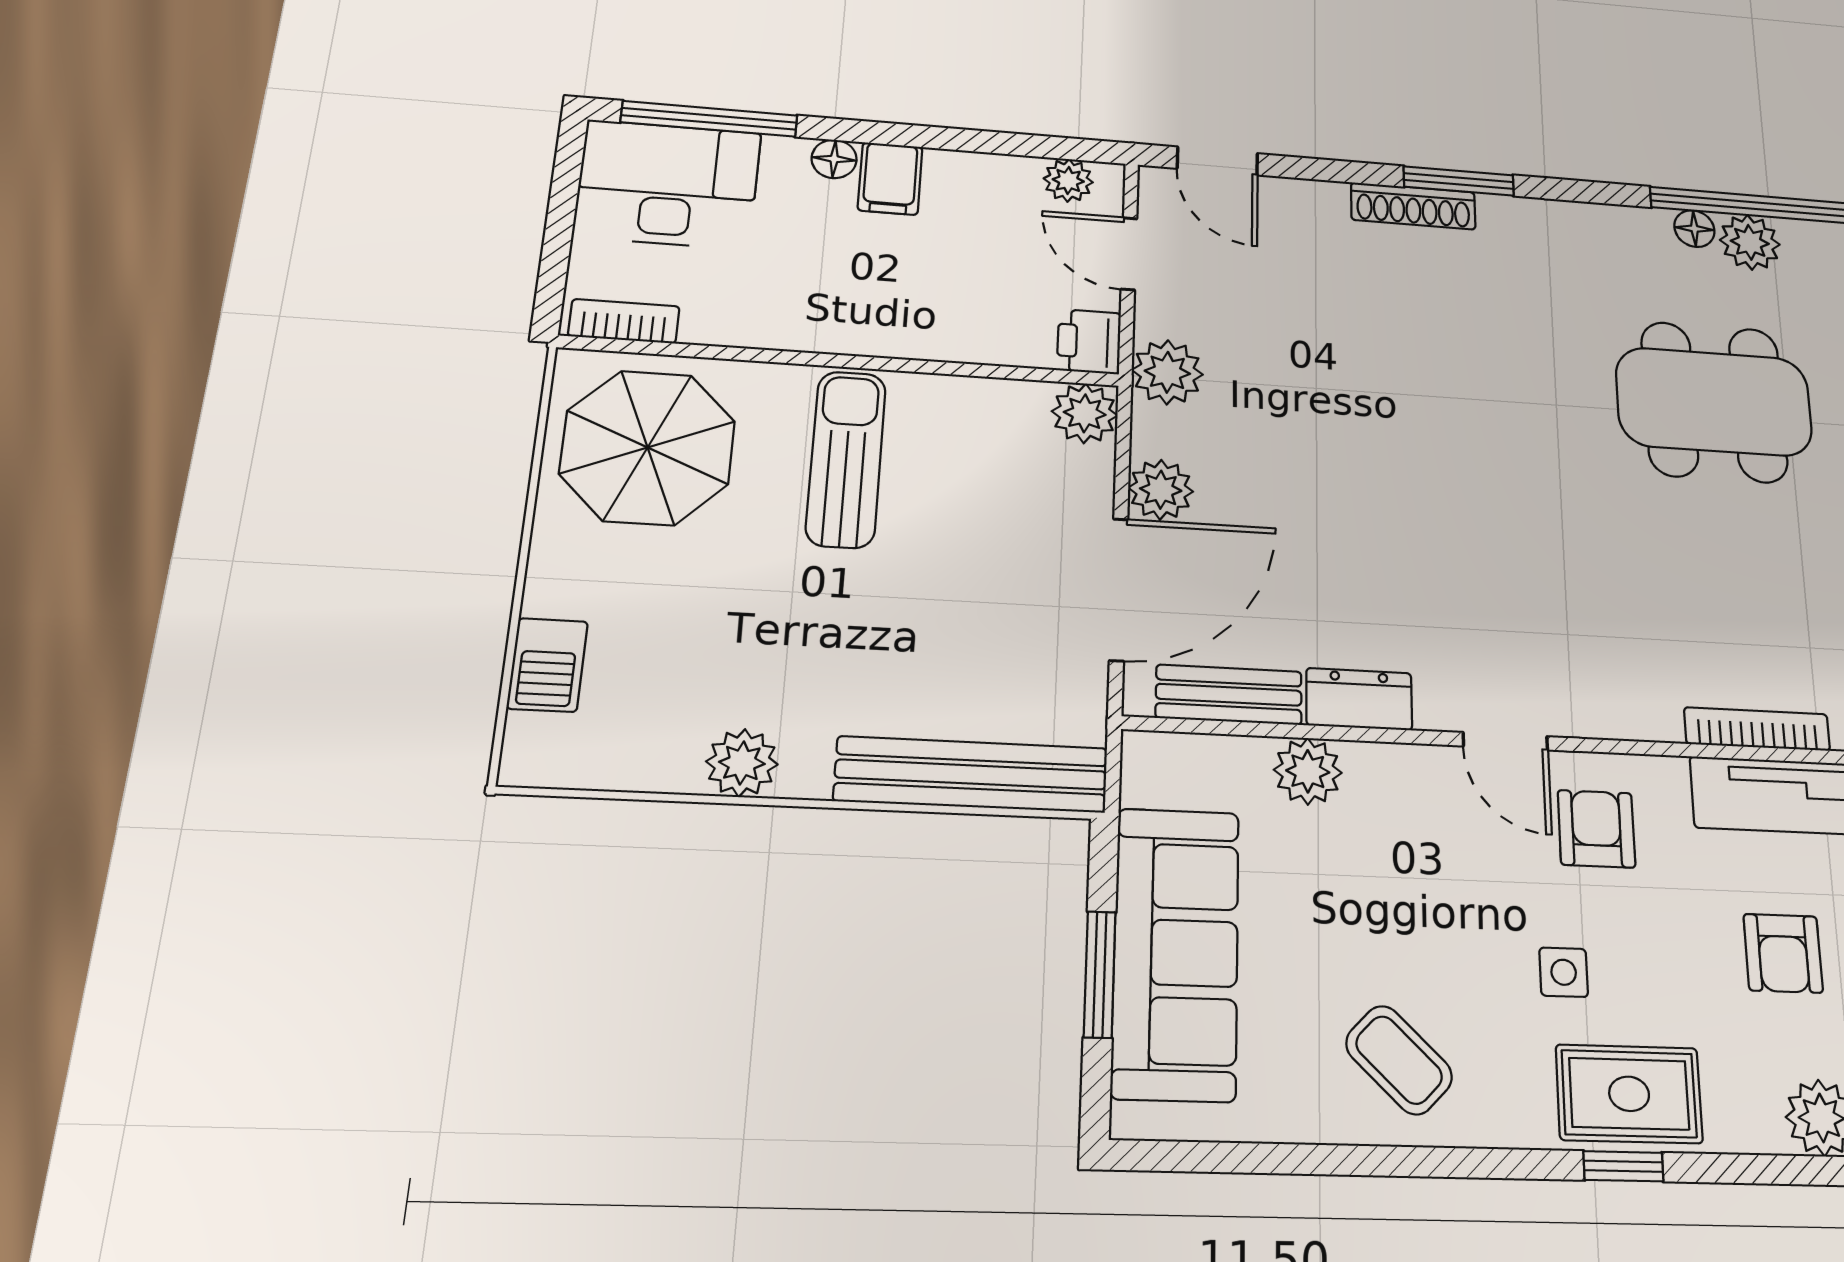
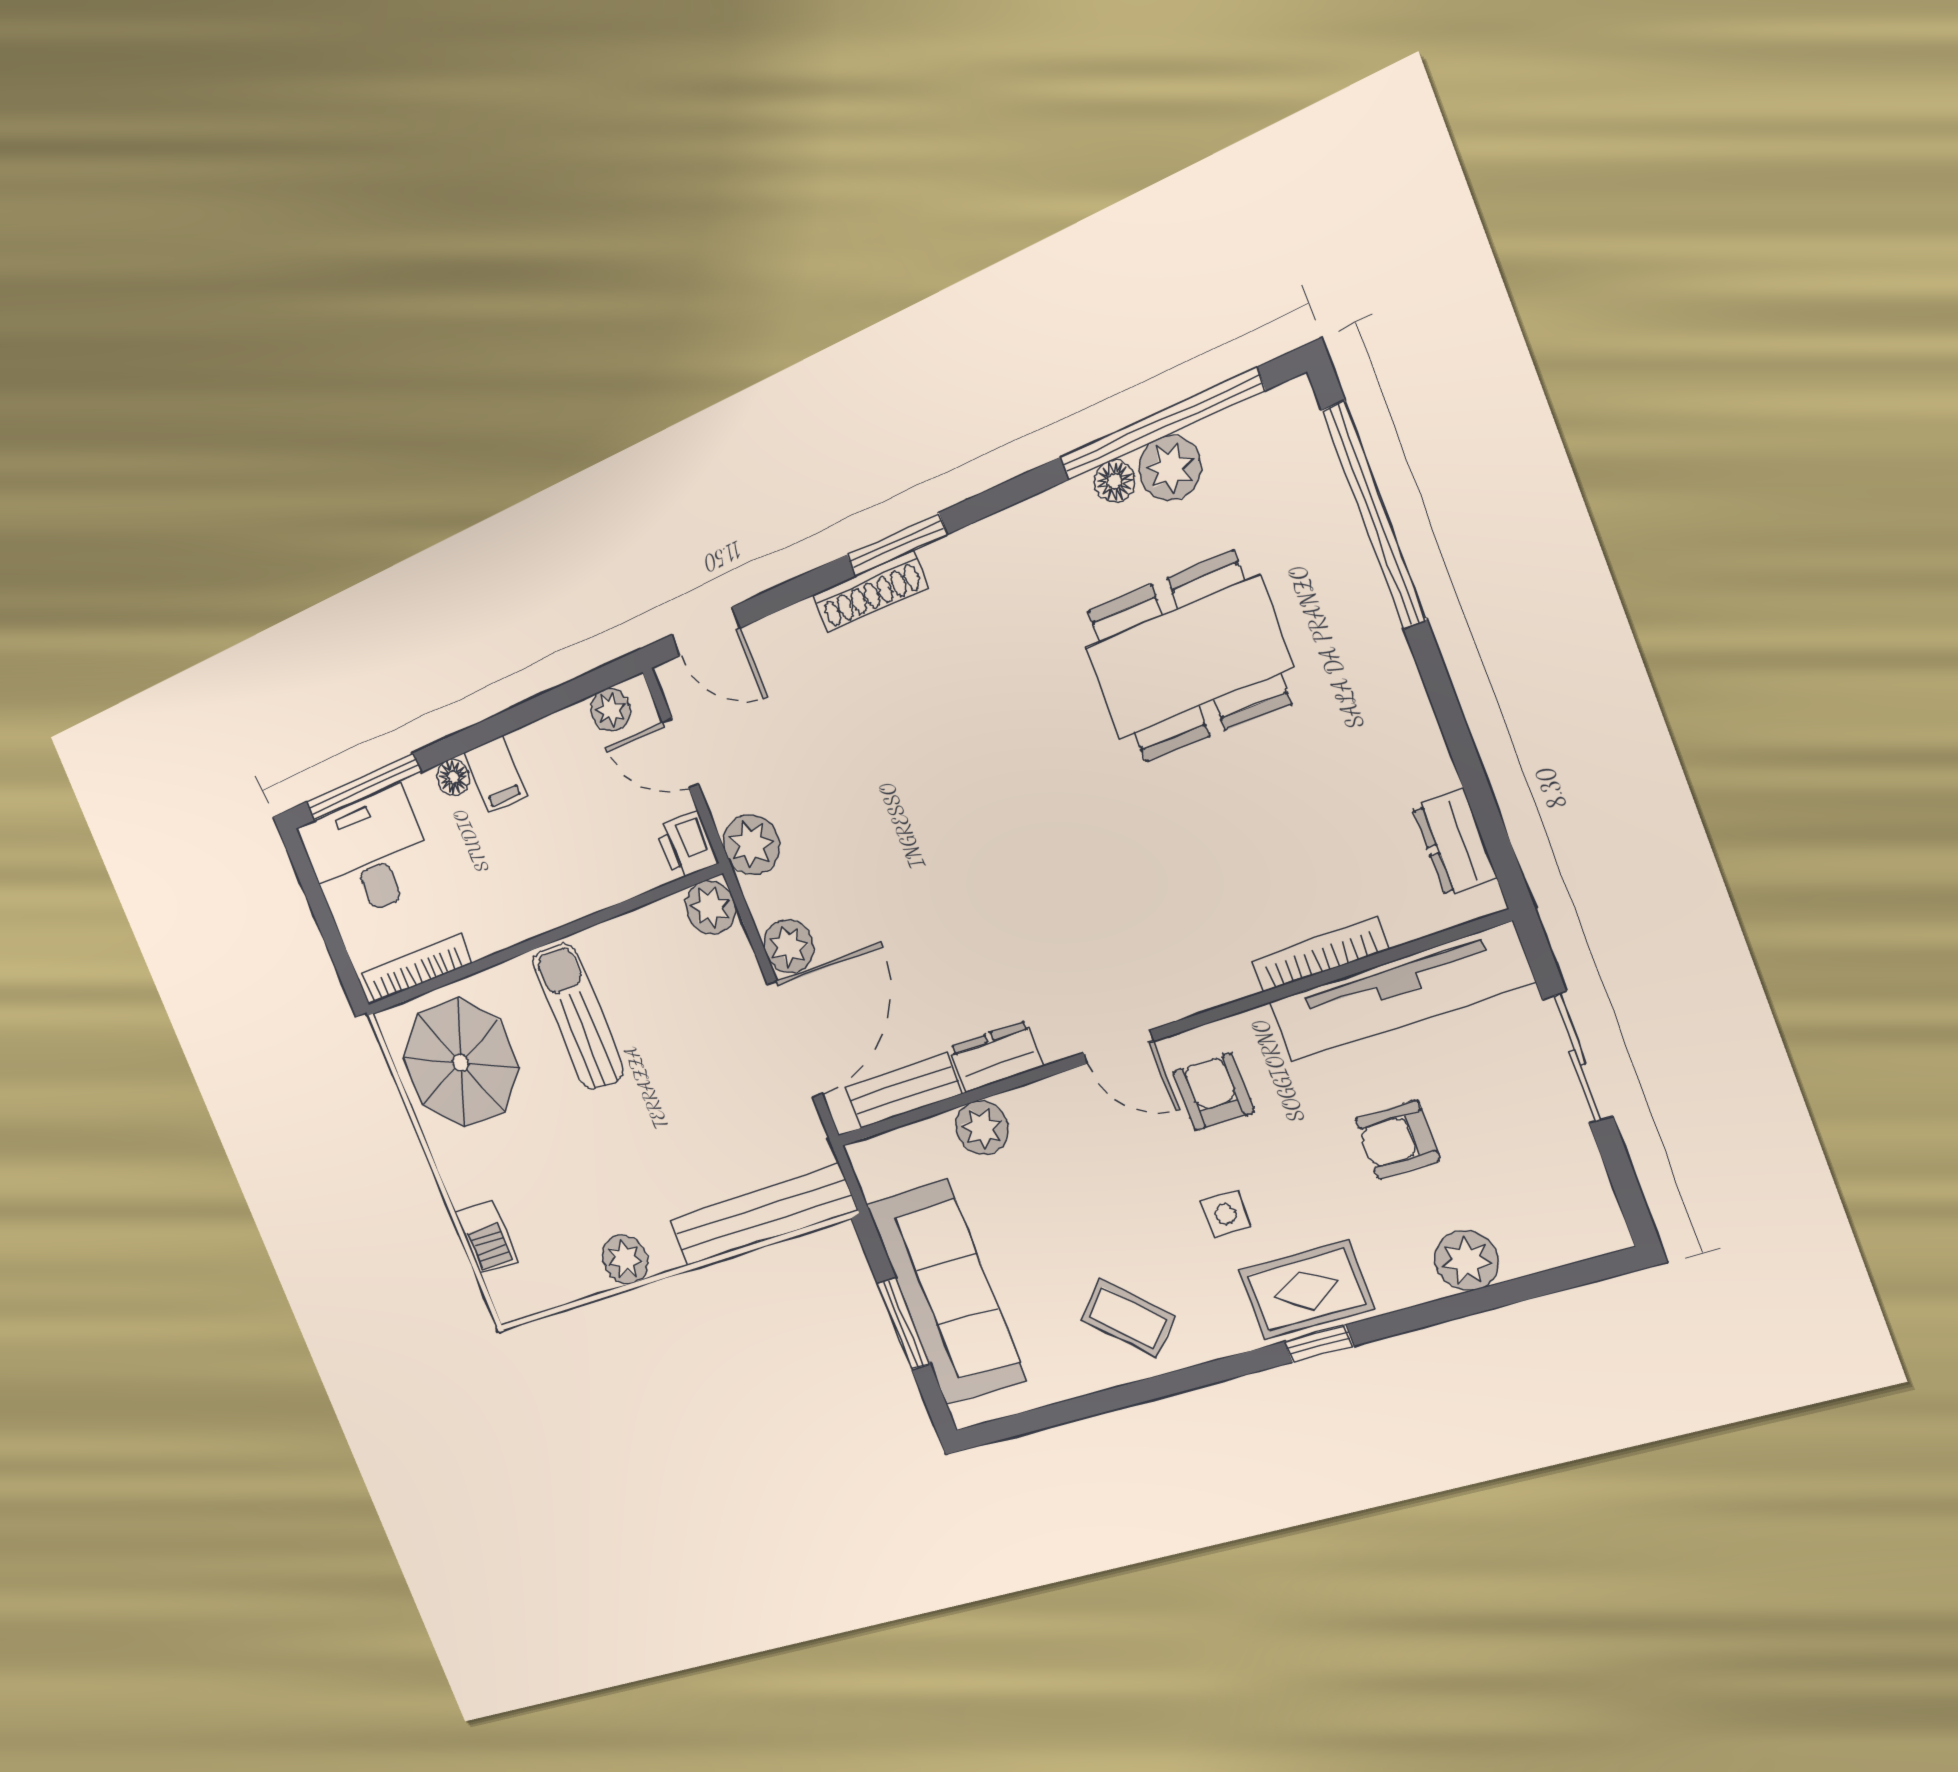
bookcase: (624, 321) -> (416, 968), width x1.56
armchair: (1783, 953) -> (1398, 1140), turned 90

